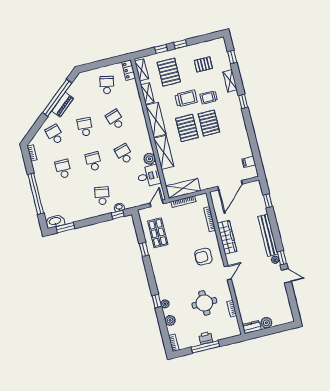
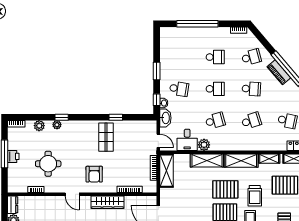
washbasin: (55, 221) -> (165, 118), moved
window: (65, 228) -> (157, 71), moved
shop shelf: (158, 233) -> (106, 137), moved, turned 90
armchair: (203, 257) -> (94, 174), turned 180

